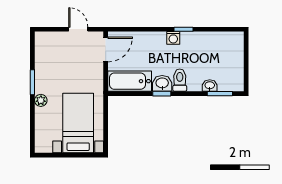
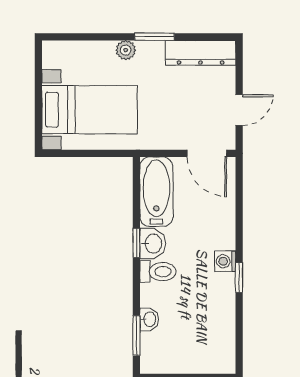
dresser: (42, 53) -> (201, 53), added

